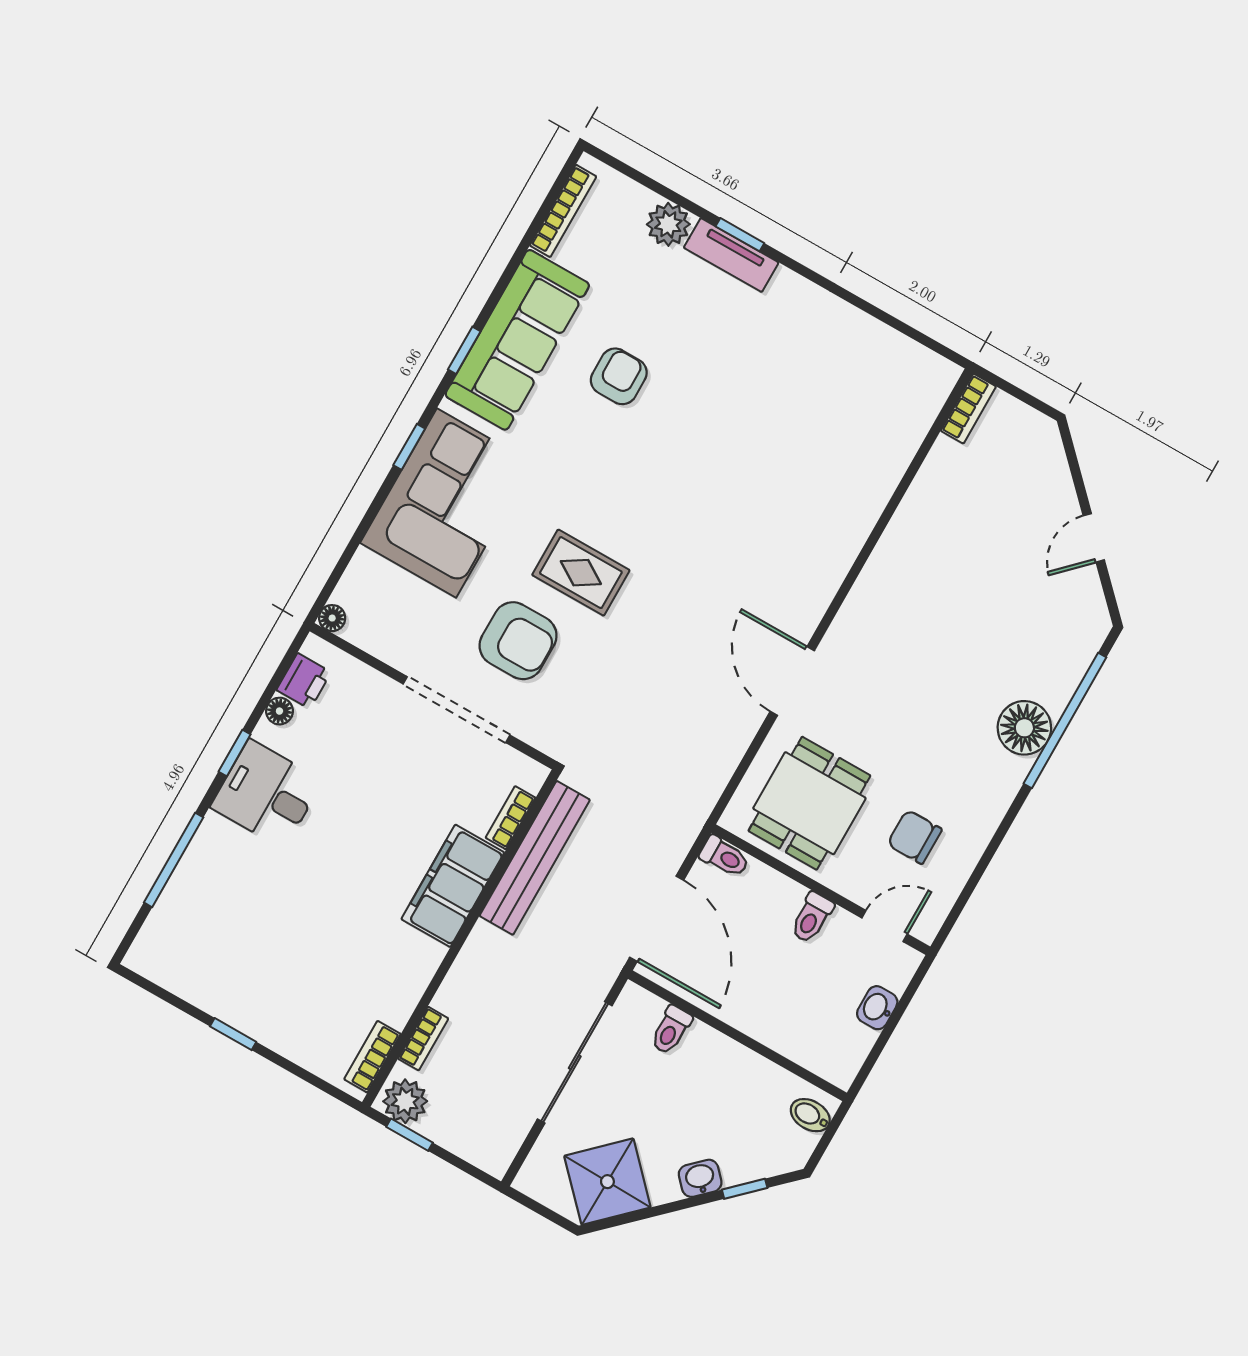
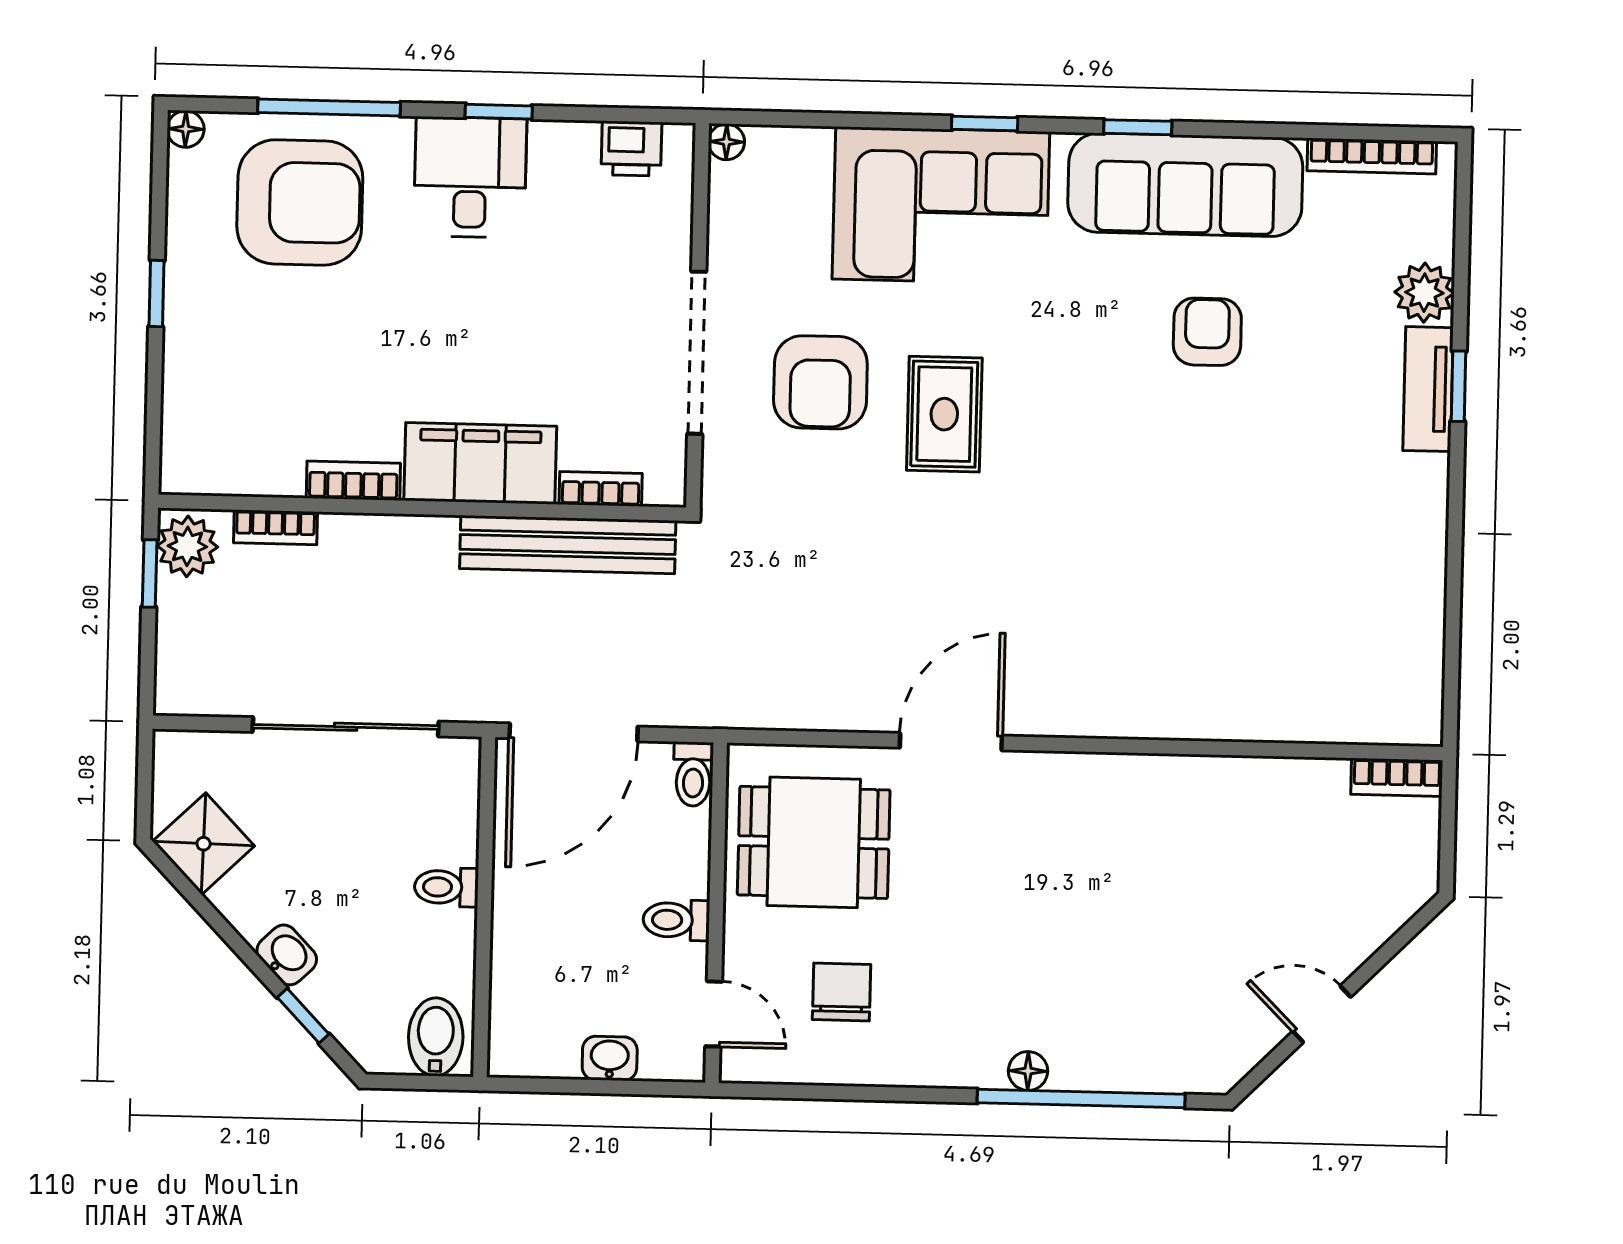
armchair: (619, 376) -> (1207, 332), turned -90
floor lamp: (279, 711) -> (186, 129), moved
floor lamp: (1024, 728) -> (1028, 1071), width x0.53, depth x0.53
armchair: (224, 911) -> (300, 202), added
toilet: (671, 1030) -> (446, 887), moved
bookcase: (372, 1057) -> (353, 481), moved
bidet: (810, 1115) -> (436, 1037), width x1.38, depth x1.36
shower: (607, 1182) -> (204, 844), width x0.73, depth x0.73

